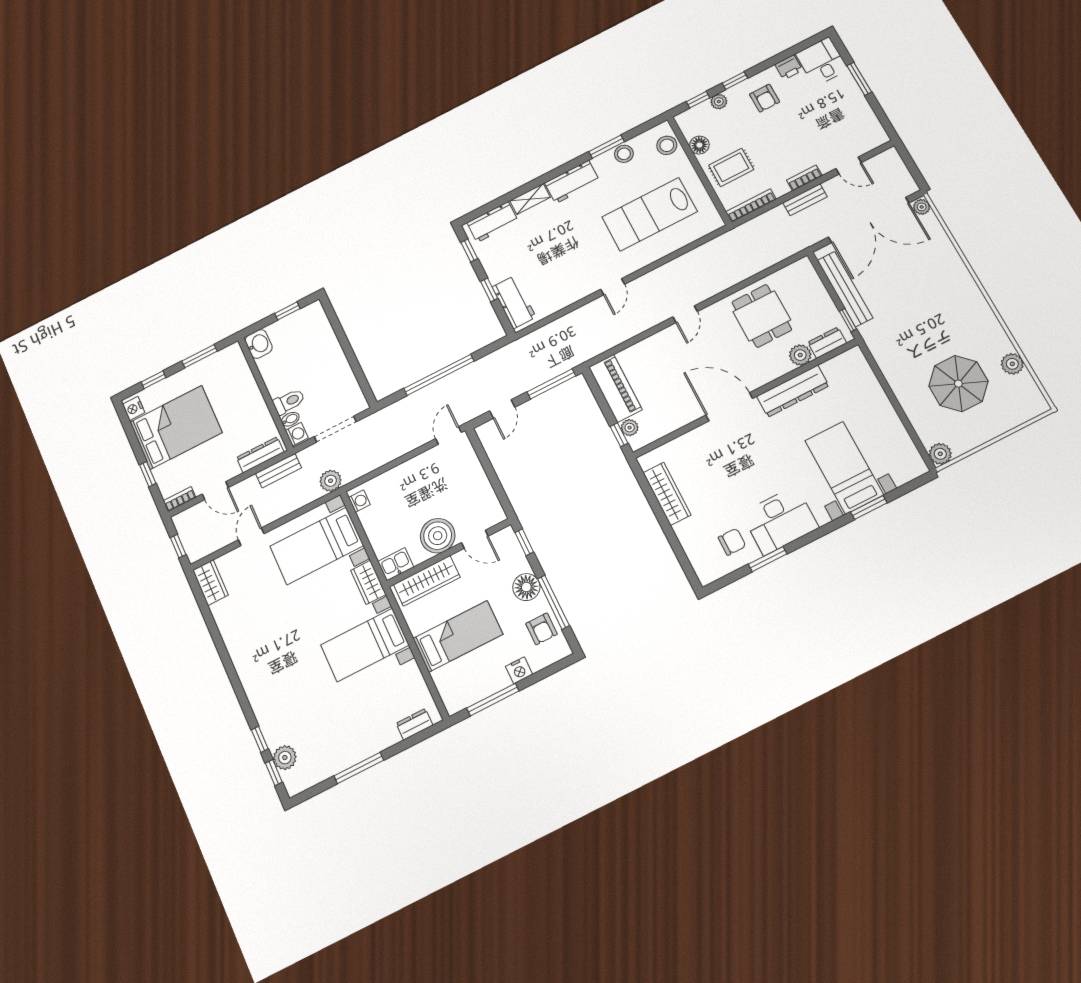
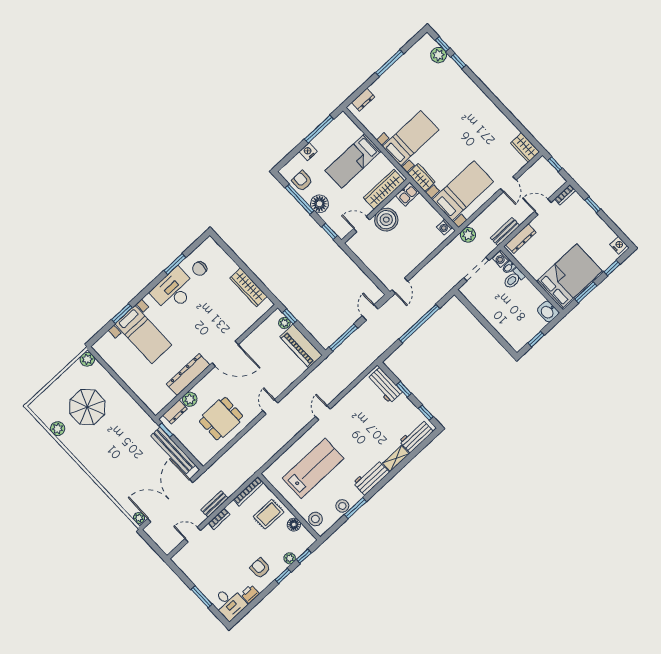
dining table: (762, 316) -> (221, 419), turned 90
bed: (176, 427) -> (569, 276), moved, turned 180

